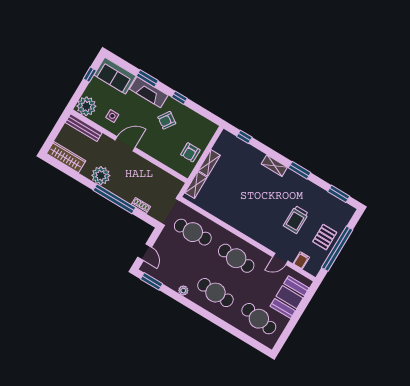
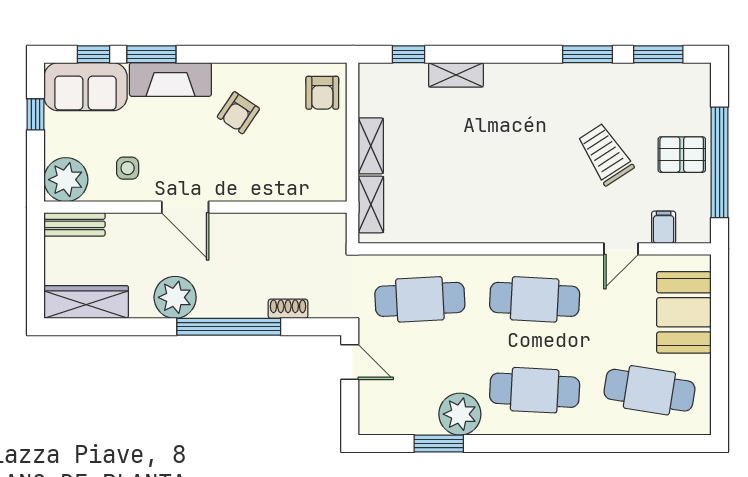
window: (179, 98) -> (93, 54), moved
bench: (84, 128) -> (74, 224), width x0.73
door: (125, 144) -> (185, 207), swing flipped
armchair: (190, 152) -> (322, 93), moved
shelving: (274, 166) -> (456, 75), moved
window: (300, 170) -> (588, 54), moved
trolley: (296, 220) -> (605, 154), turned 147
pallet: (325, 237) -> (682, 155), turned 90
door: (145, 252) -> (350, 362), moved
window: (152, 281) -> (439, 443), moved
plant: (183, 290) -> (460, 414), width x1.88, depth x1.88

